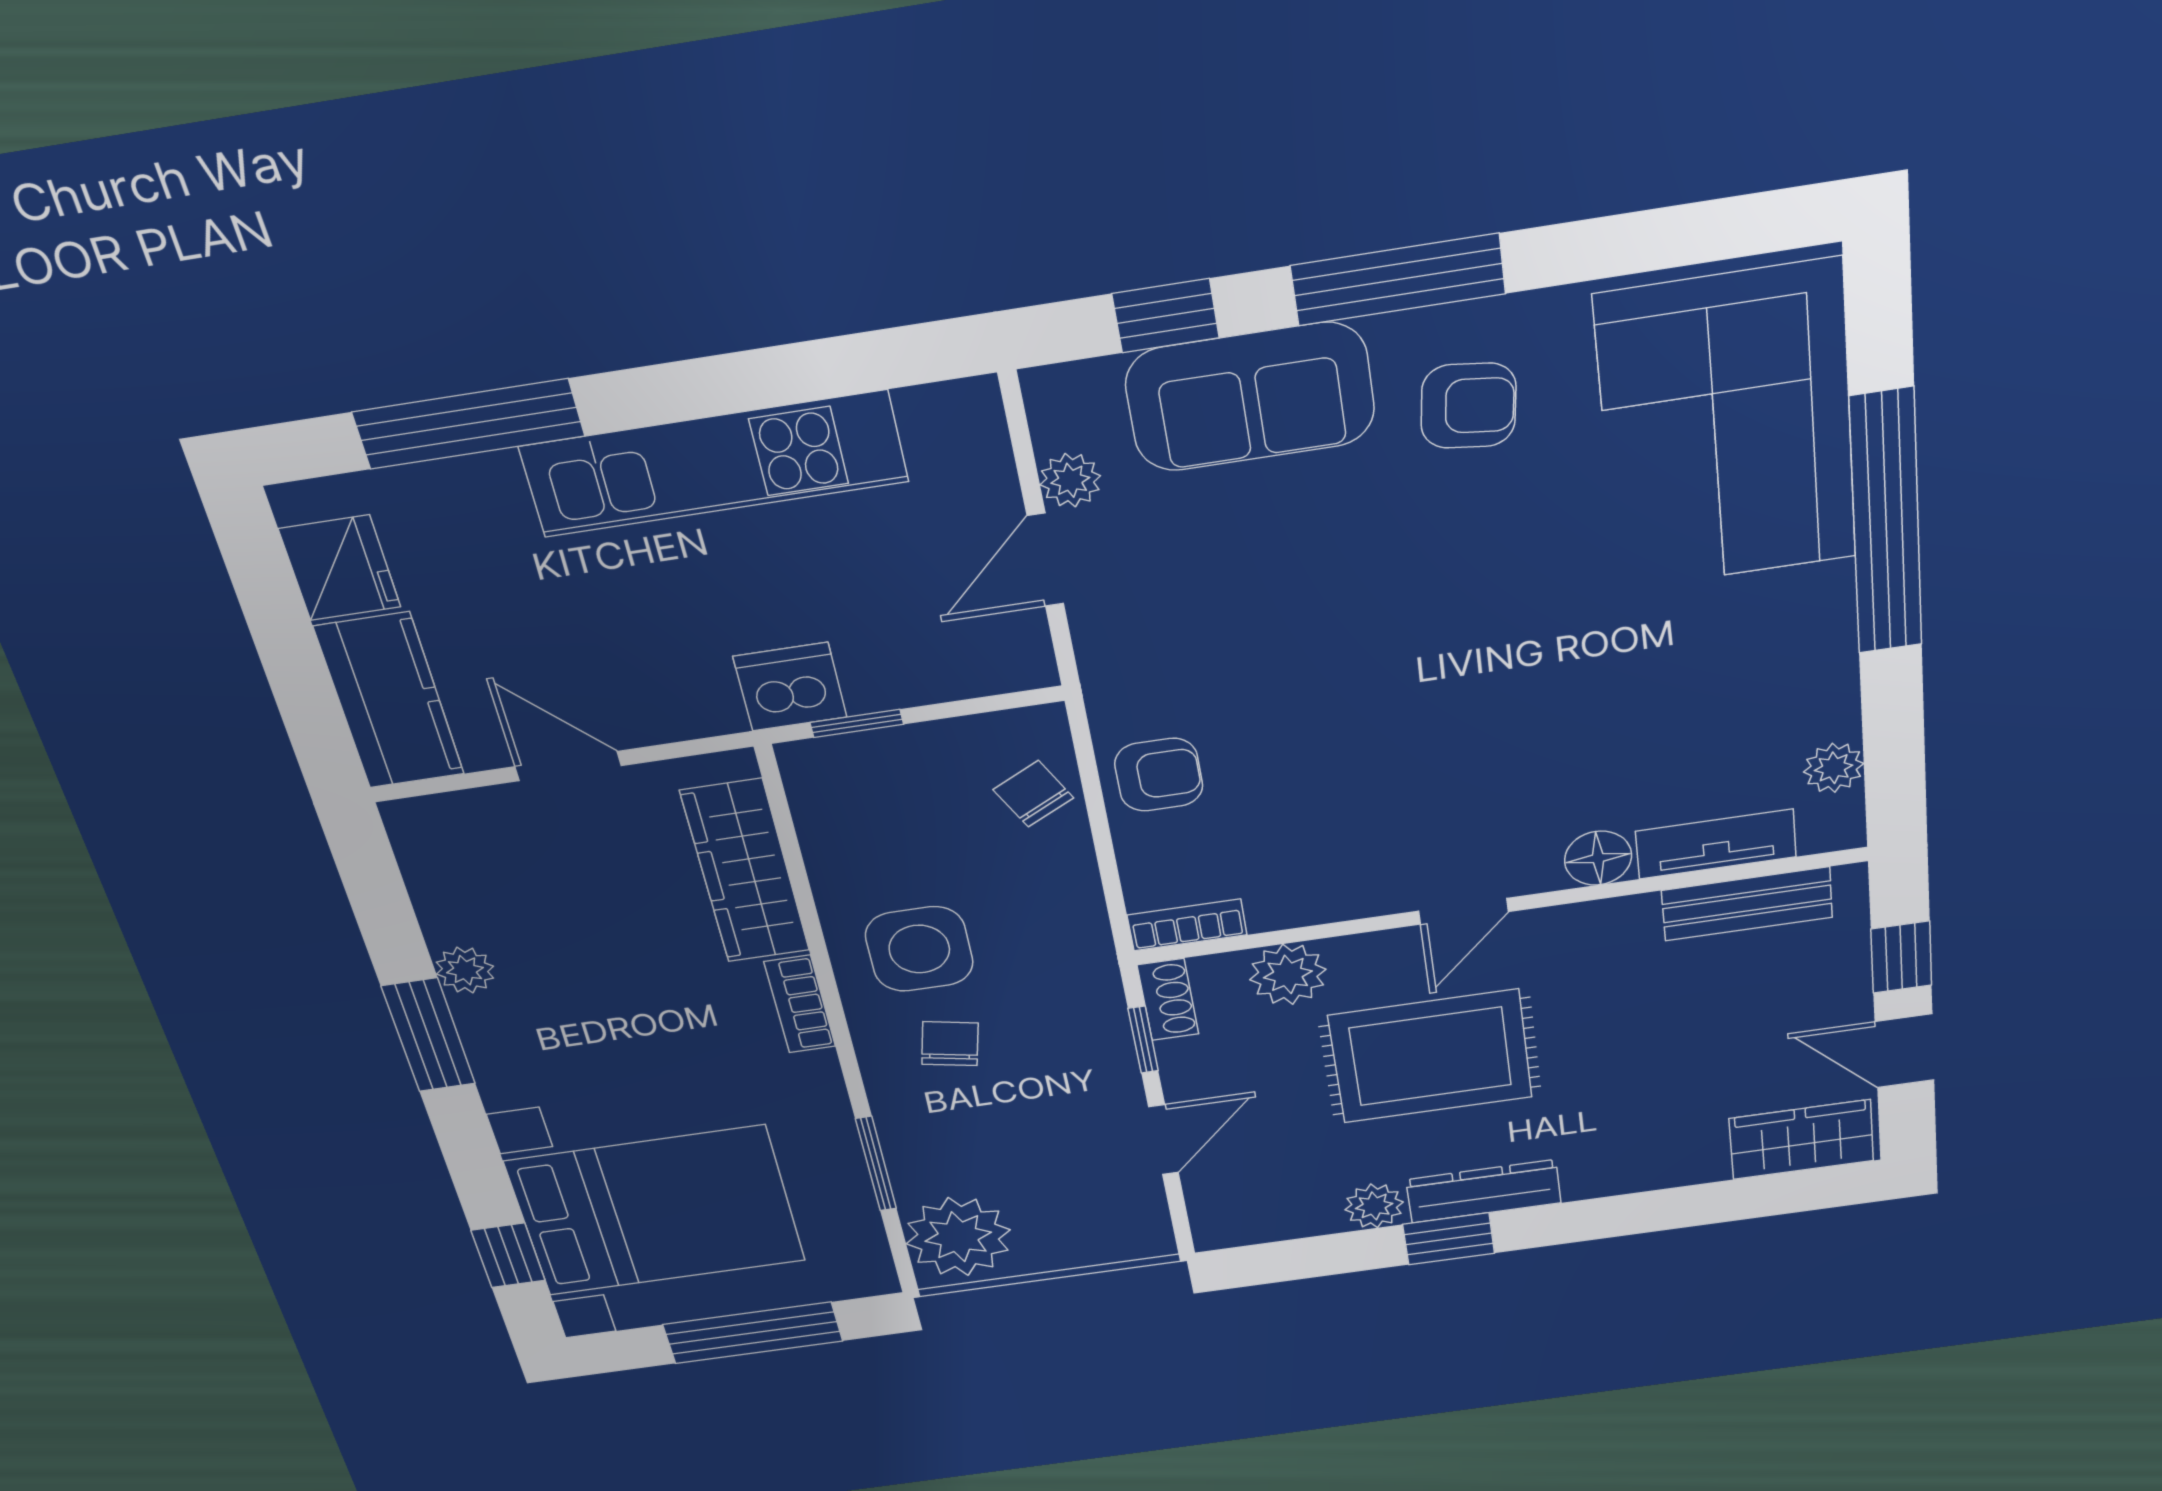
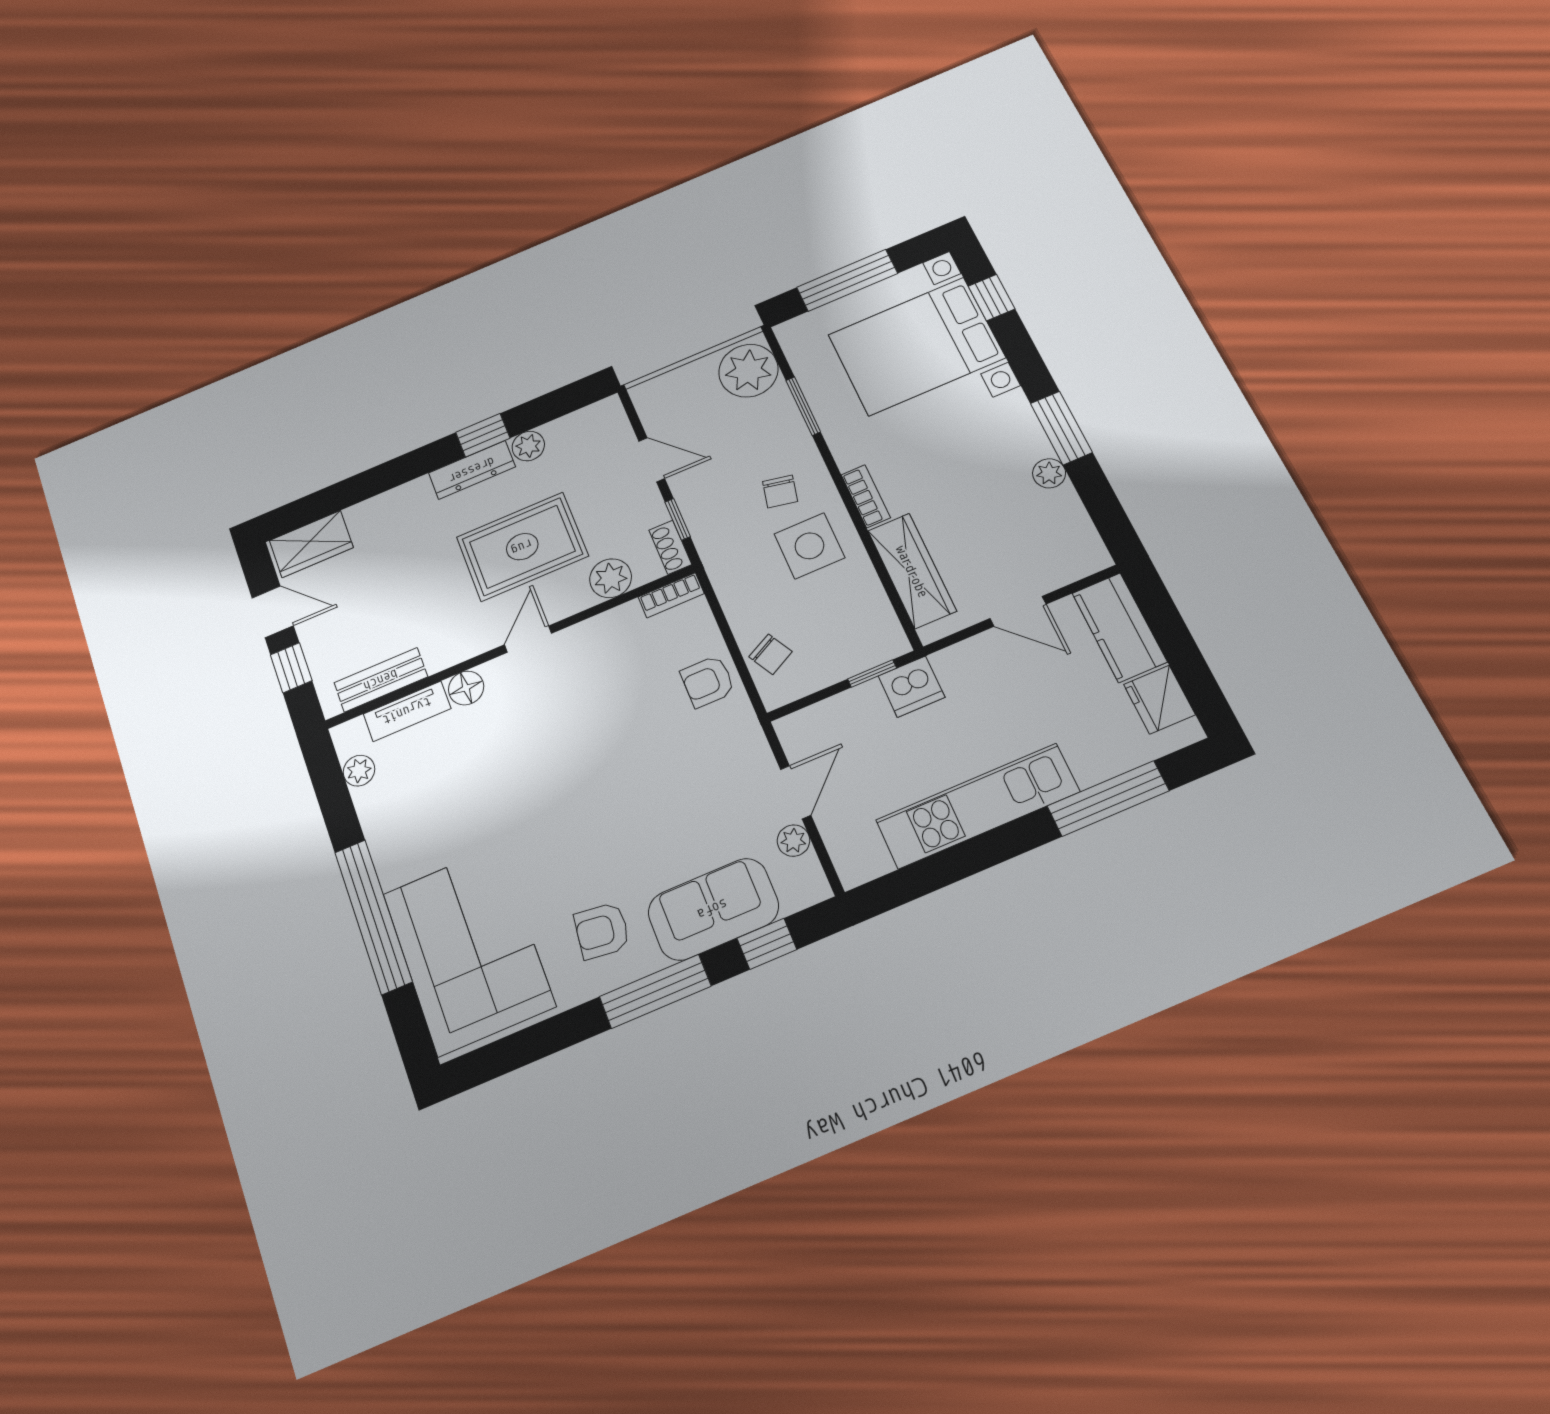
door: (1164, 1140) -> (652, 460), swing flipped

